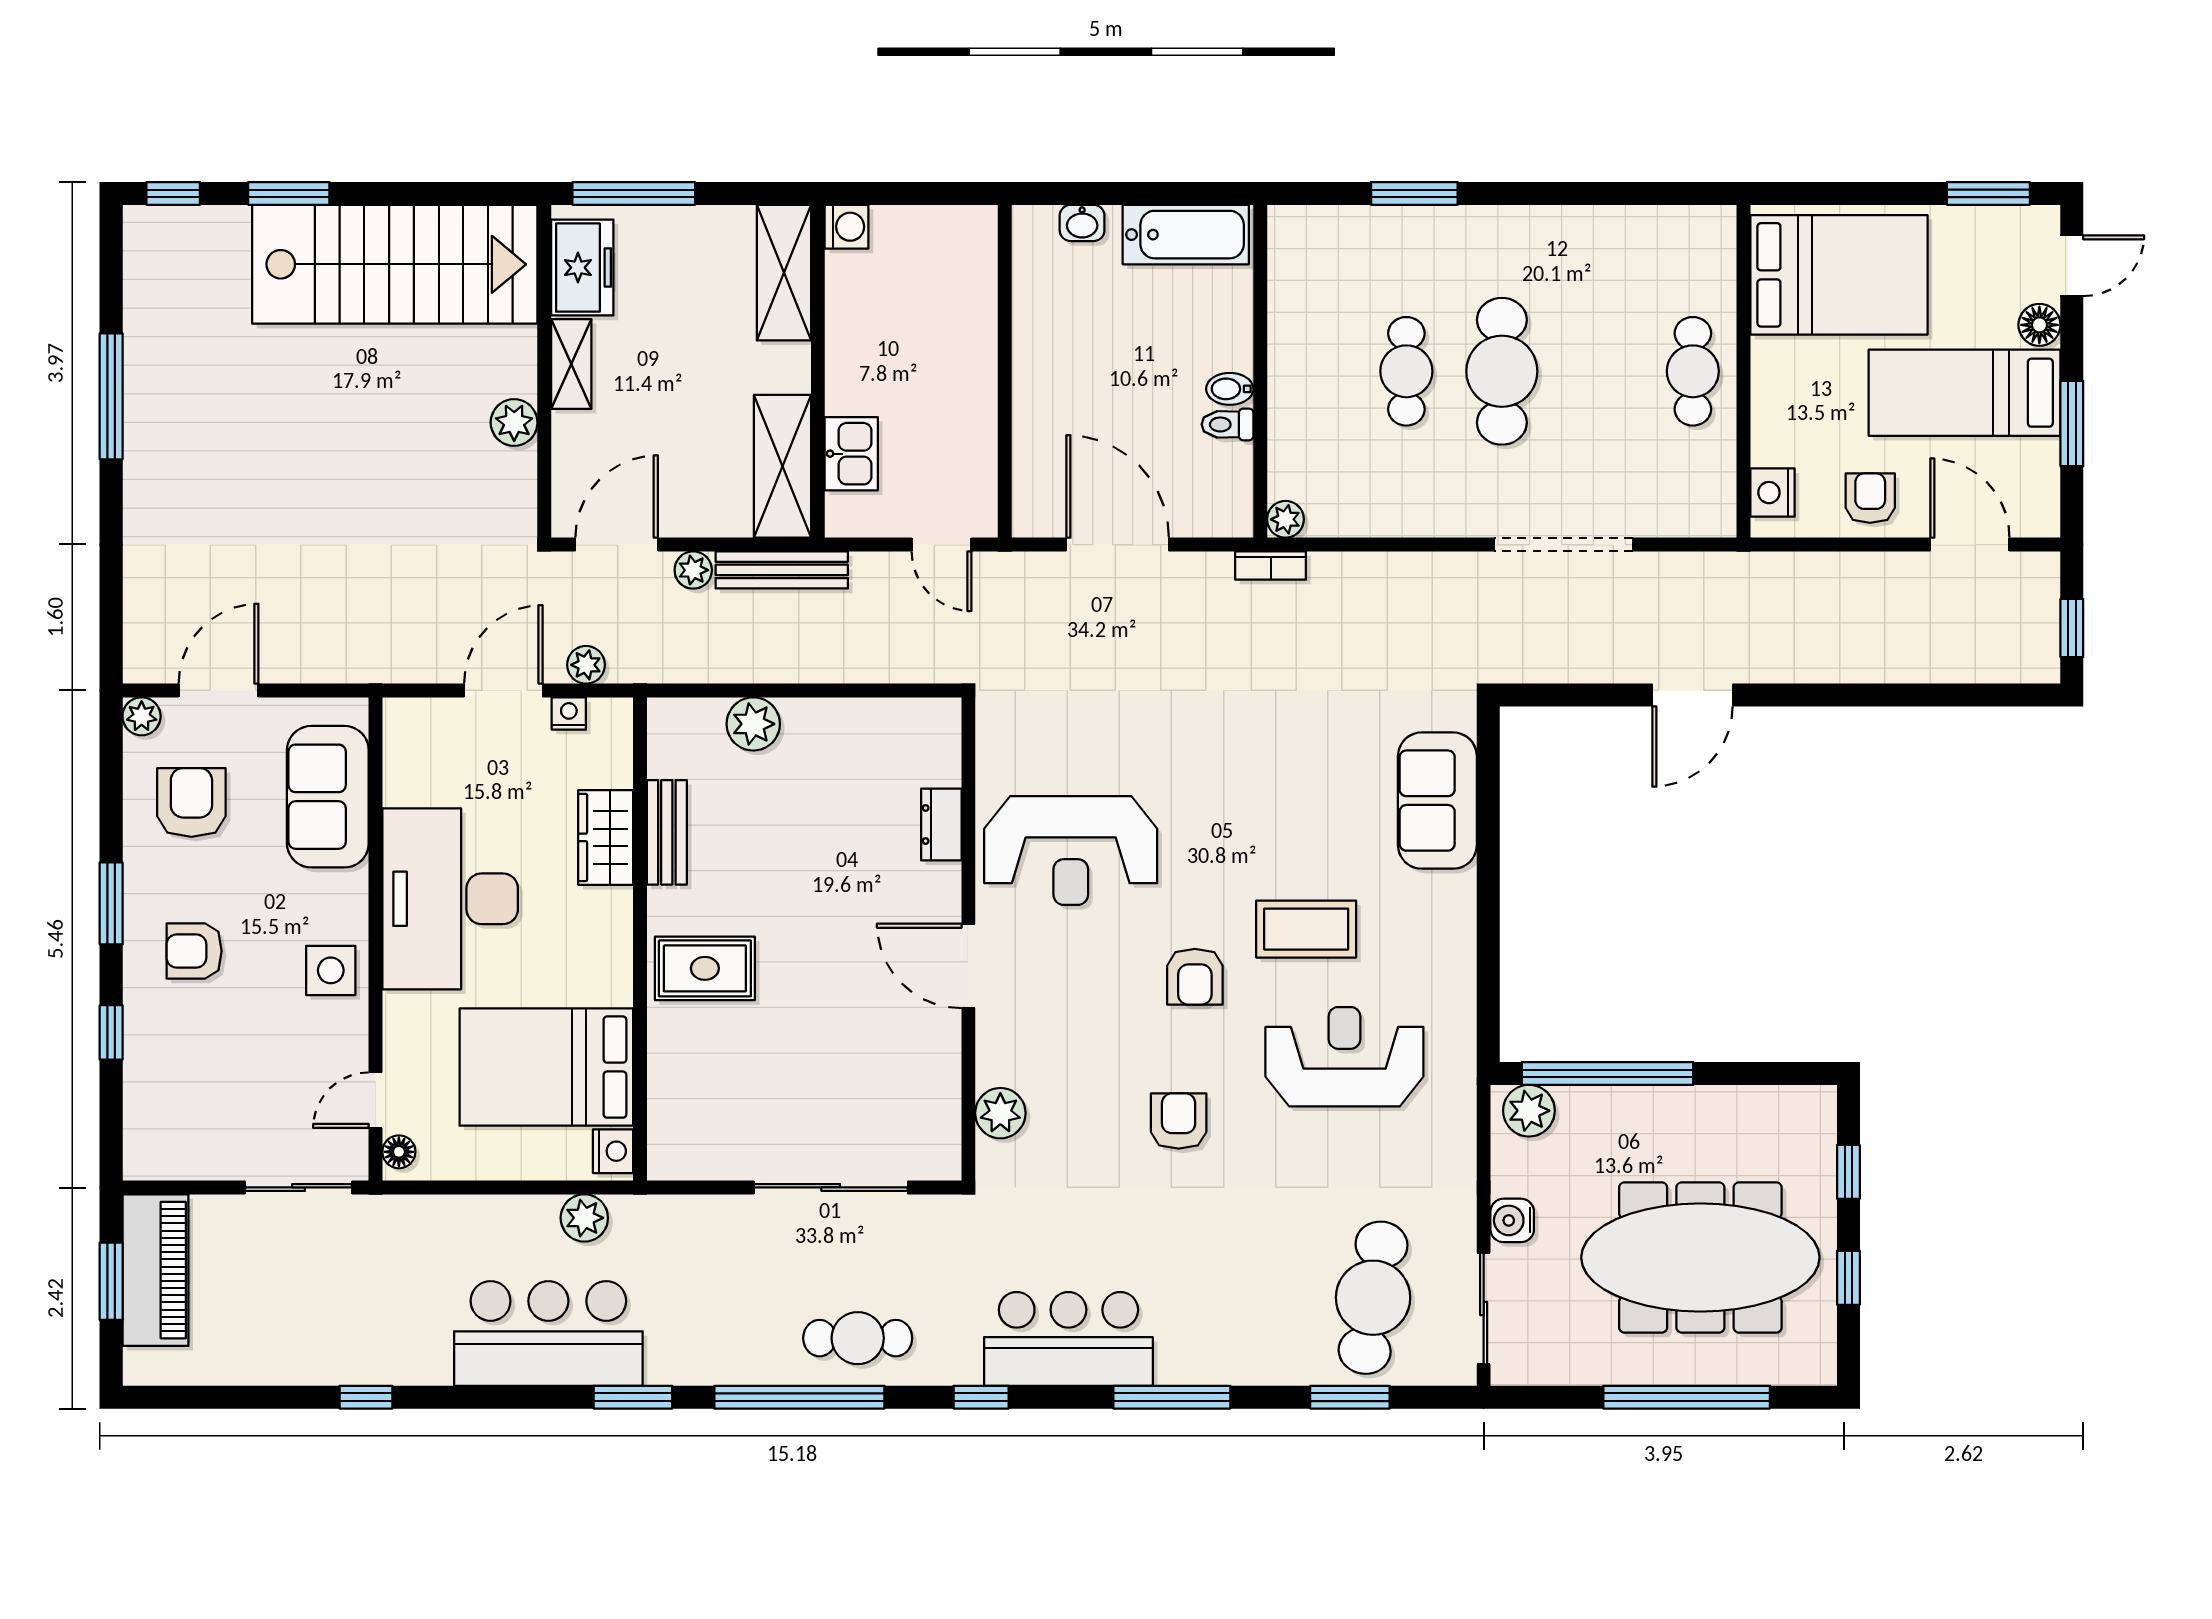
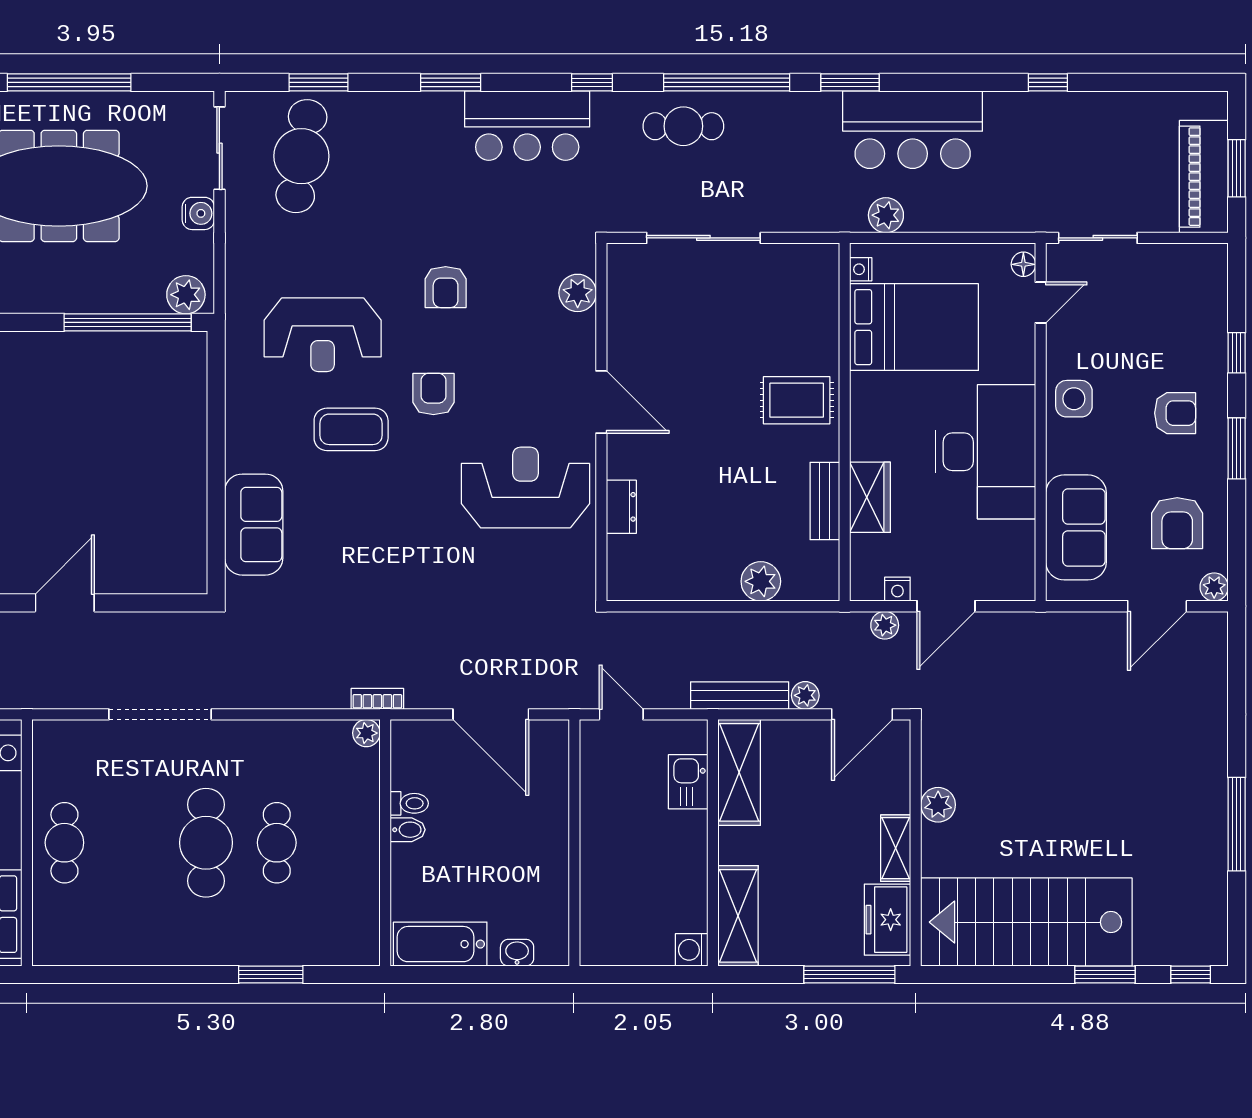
nightstand: (613, 1151) -> (861, 269), width x0.72, depth x0.74
window: (1172, 1397) -> (451, 82), width x0.69

